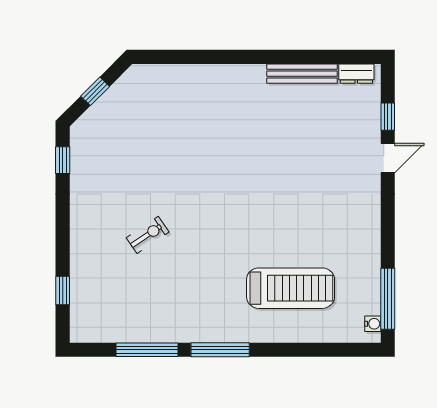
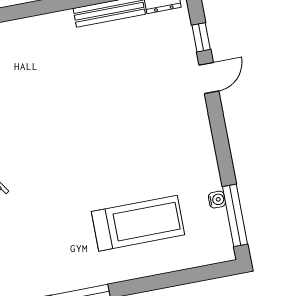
water cooler: (373, 324) -> (217, 200), moved

